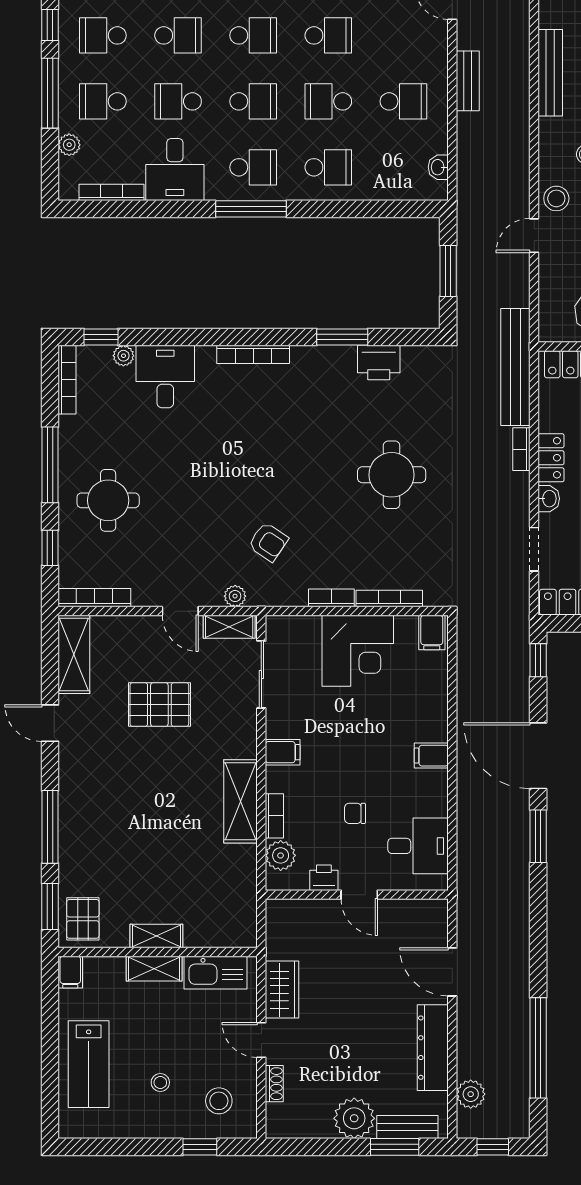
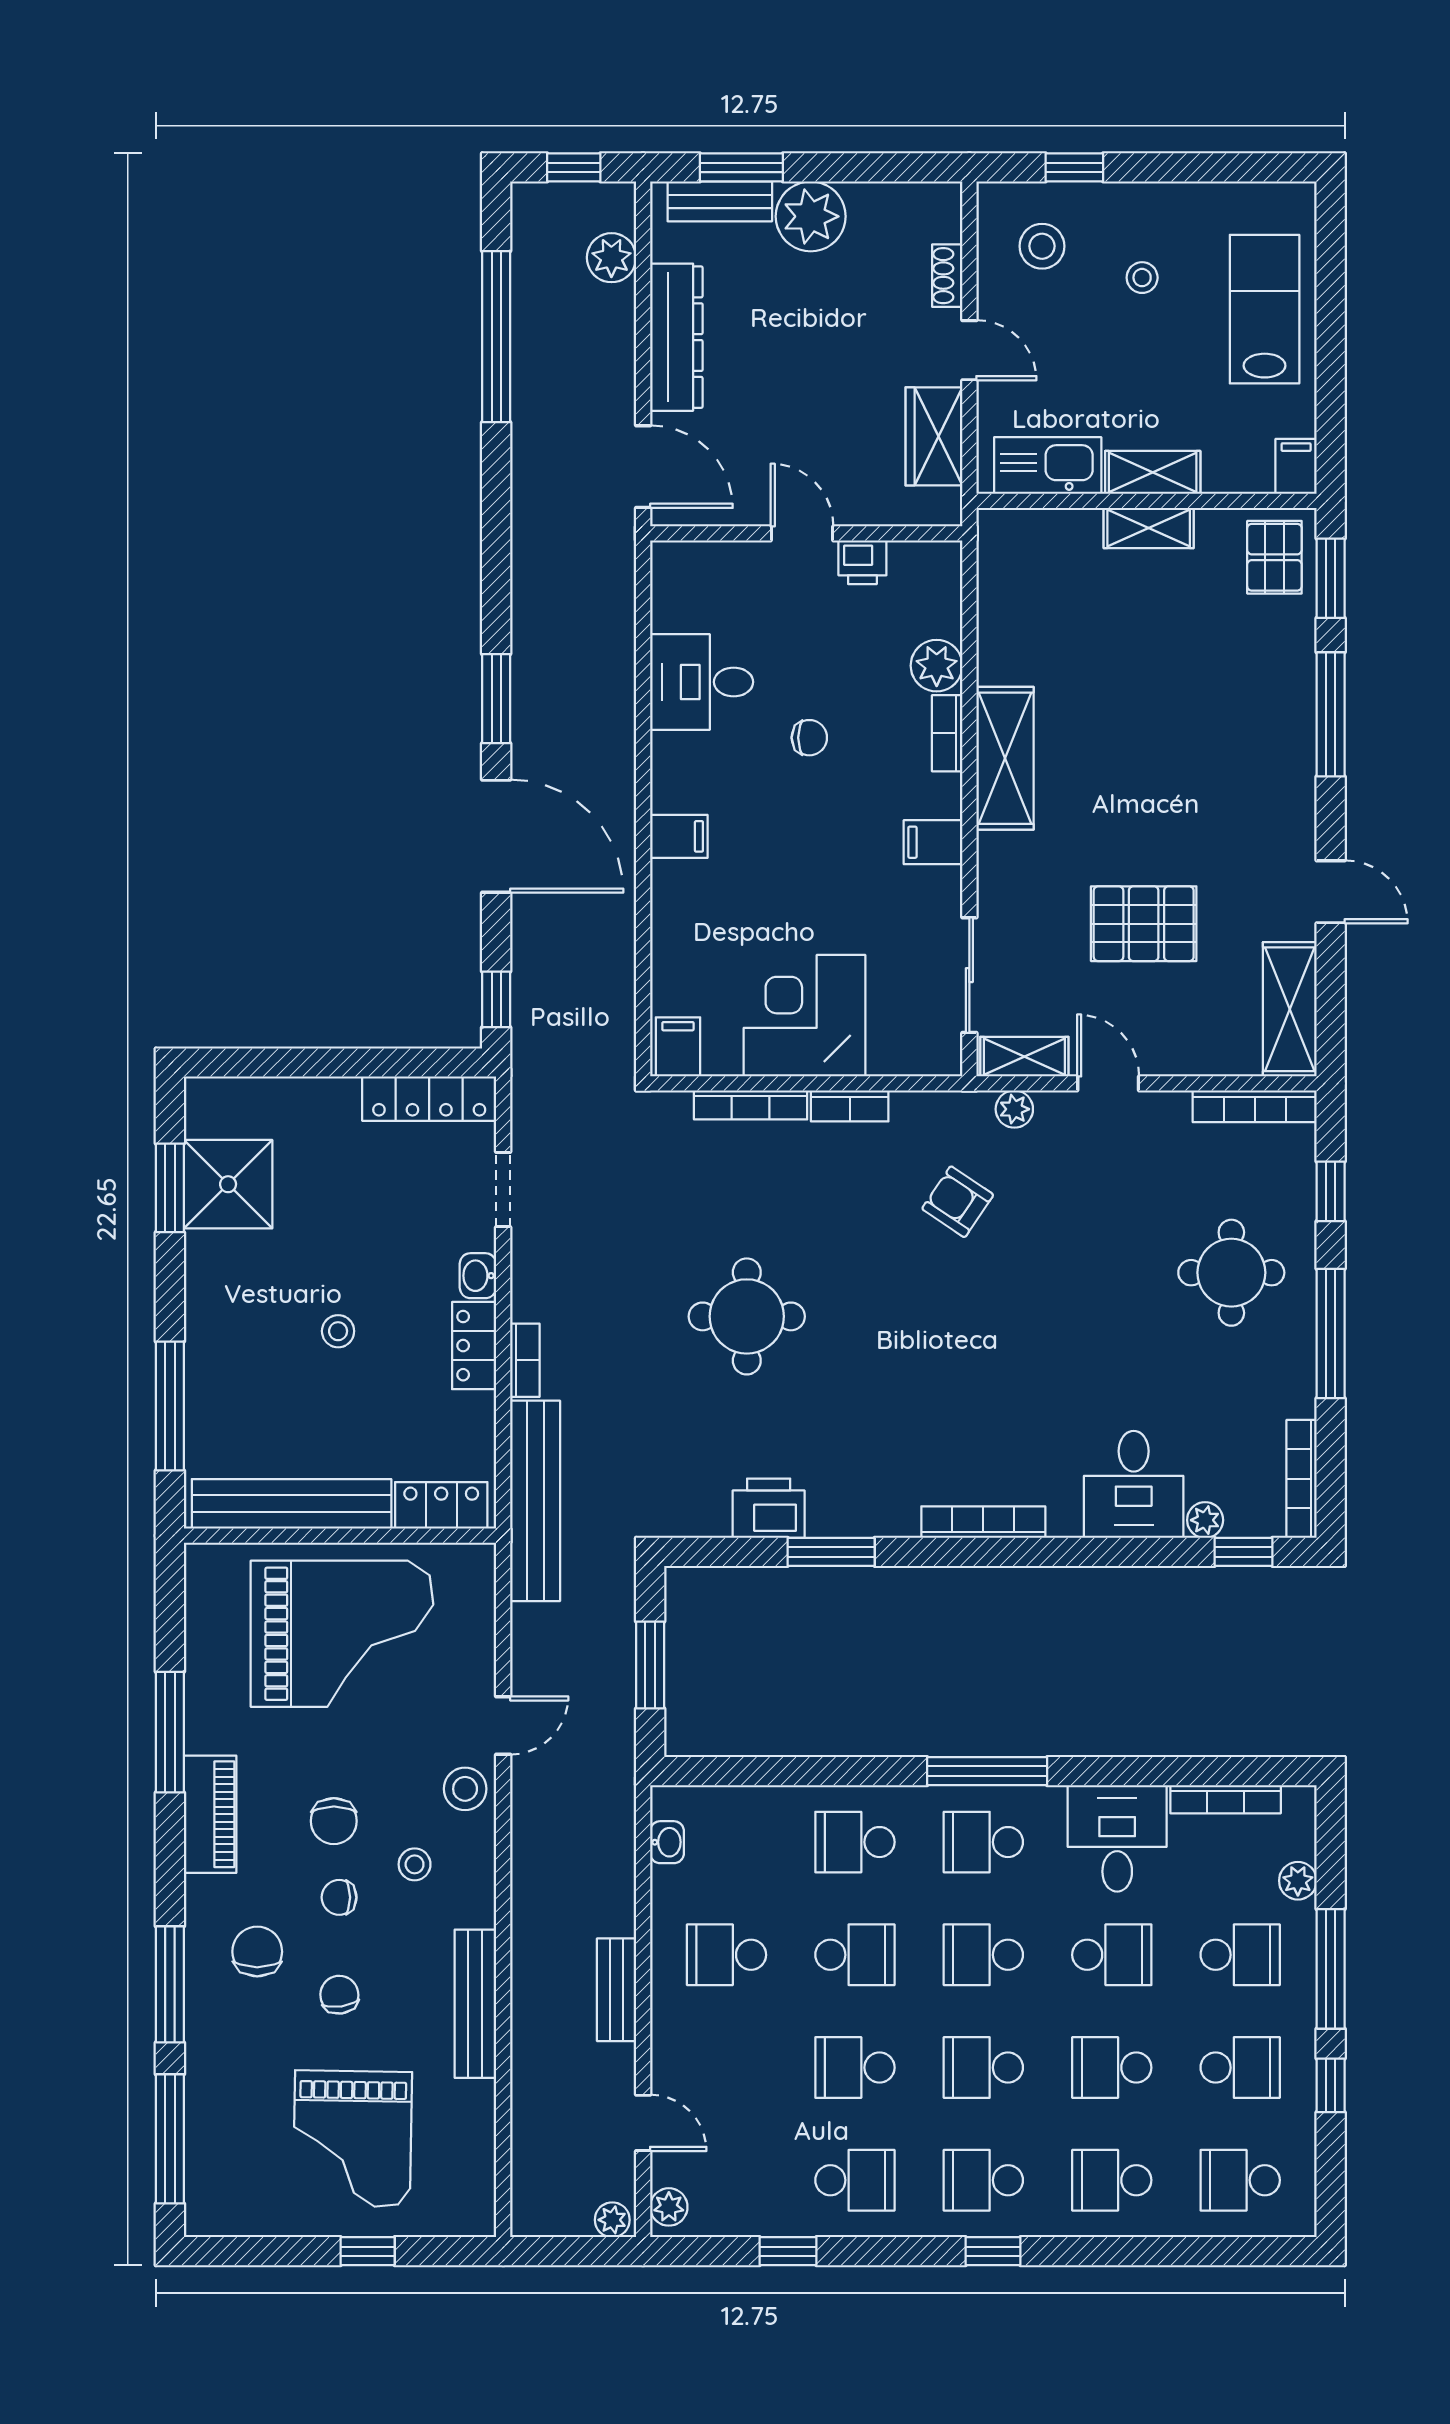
printer: (324, 878) -> (862, 562), moved
wall: (357, 895) -> (806, 533), moved
door: (359, 895) -> (802, 533), moved

